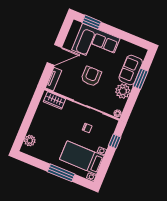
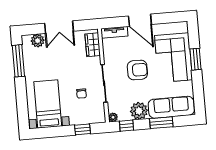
window: (92, 22) -> (196, 59), moved
sofa: (131, 70) -> (171, 107), width x1.36
window: (129, 106) -> (127, 126), added
double door: (28, 119) -> (59, 27), added
window: (61, 173) -> (18, 61), moved

